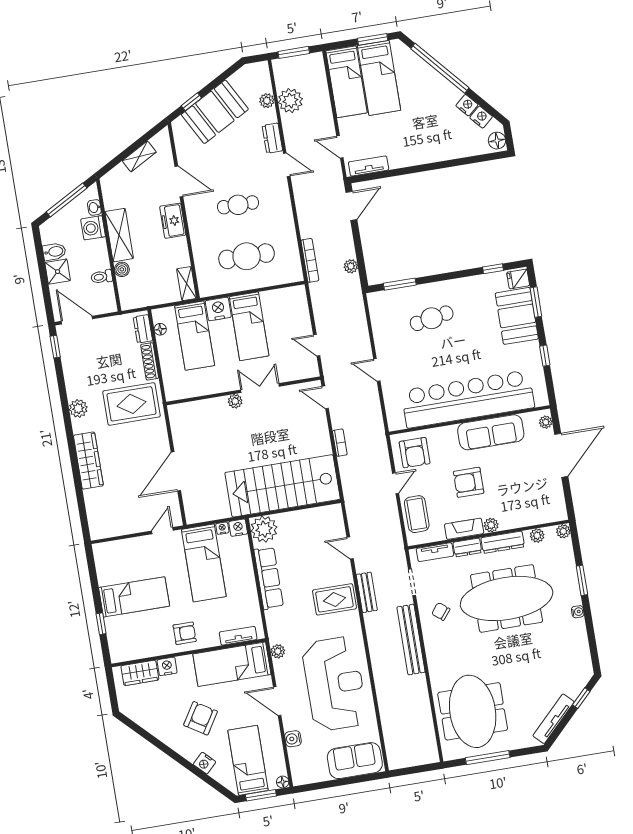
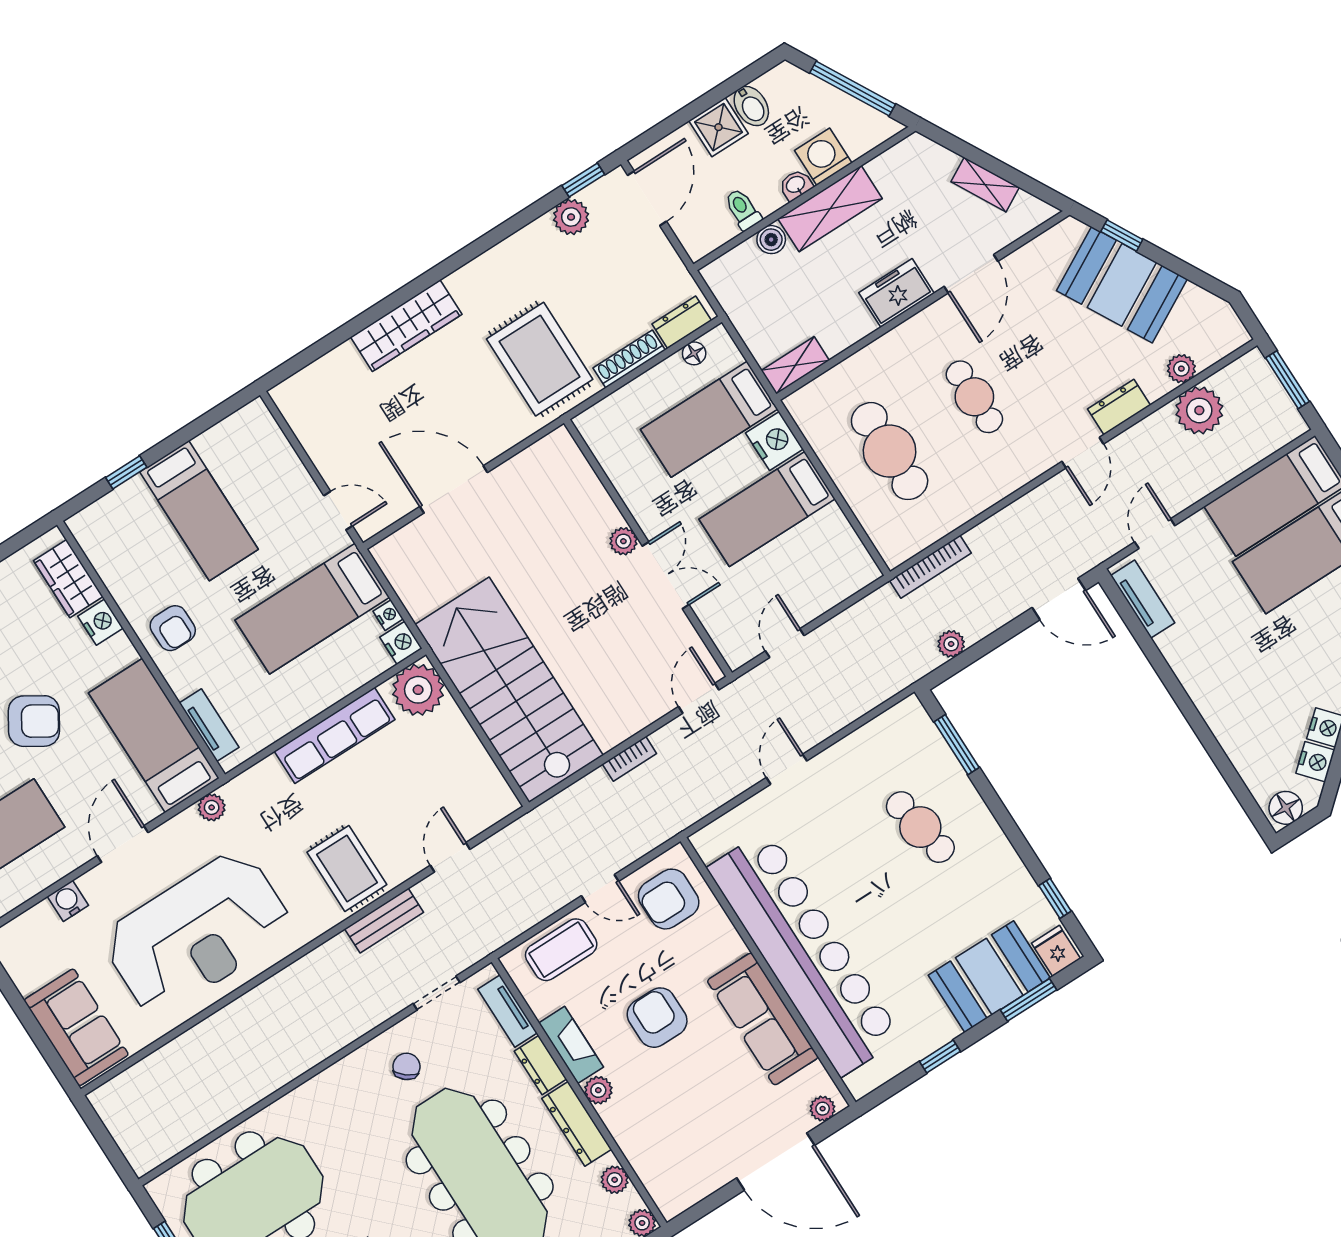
washbasin: (94, 207) -> (796, 185), moved
plant: (78, 408) -> (571, 217), moved
bench: (411, 640) -> (334, 1035), removed

